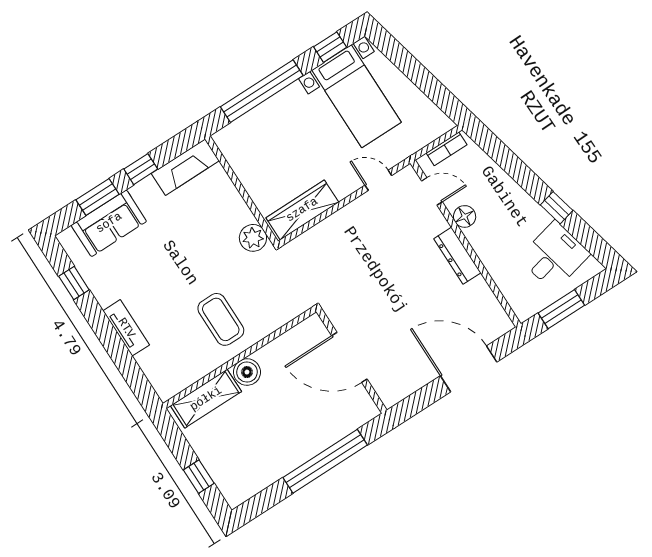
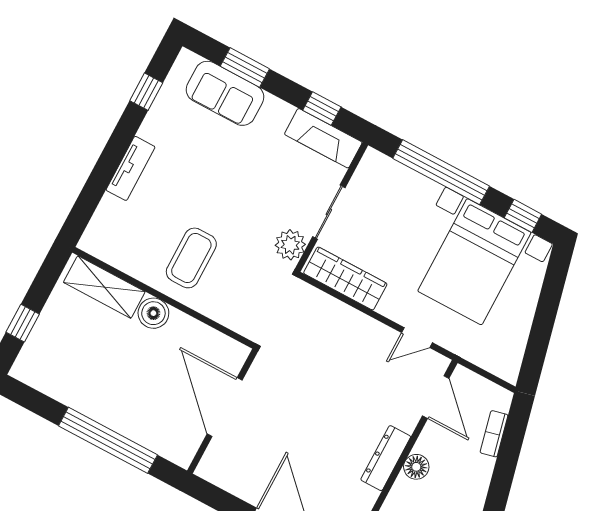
bed with nightstands: (356, 96) -> (474, 262), width x1.36
bookcase: (447, 149) -> (494, 434), moved, turned 77
window: (141, 169) -> (322, 109), moved
door: (378, 180) -> (417, 338), swing flipped
door: (432, 191) -> (436, 397), width x1.38
sliding door: (244, 194) -> (329, 212), added
floor lamp: (465, 216) -> (416, 467), moved

